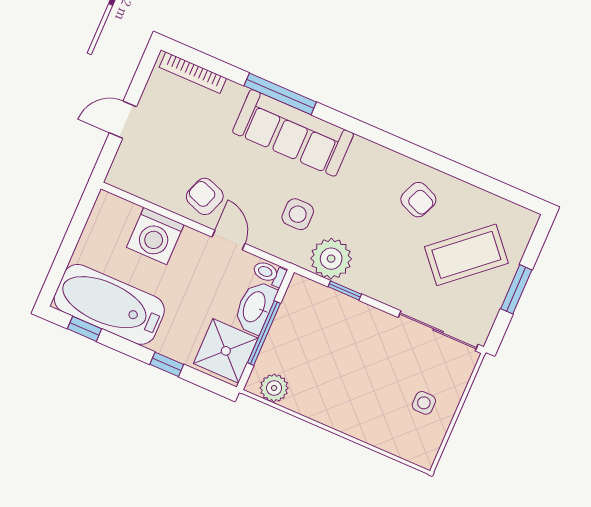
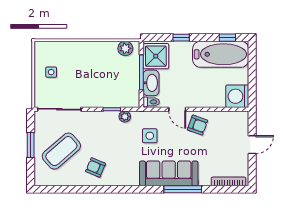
washing machine: (155, 236) -> (237, 96), moved, turned -90
plant: (331, 259) -> (125, 117), width x0.53, depth x0.53

